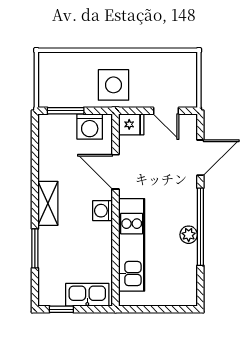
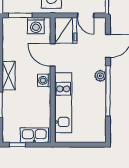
fridge: (131, 124) -> (66, 30), width x1.88, depth x1.34
plant: (189, 235) -> (100, 76), moved

